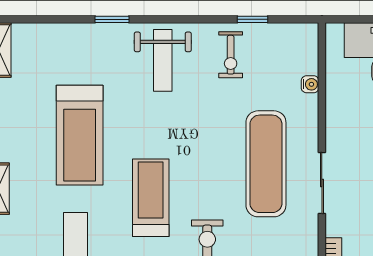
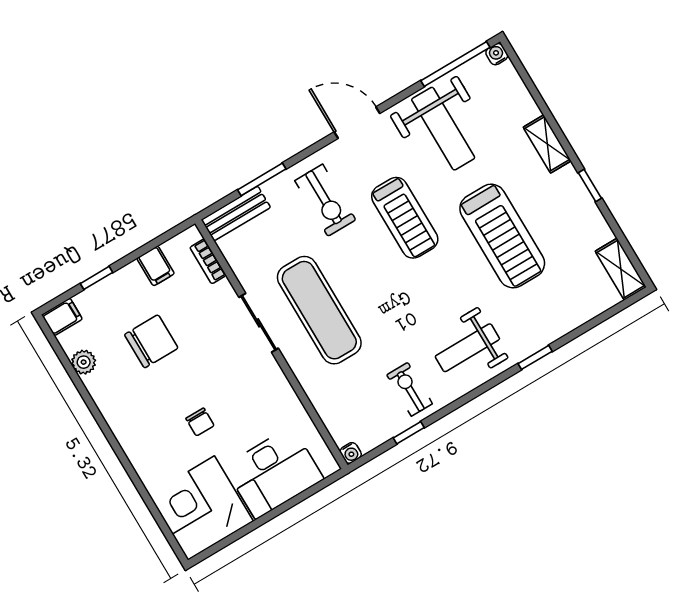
weight bench: (163, 60) -> (467, 348), turned -90
water cooler: (310, 84) -> (351, 453), moved, turned -90
treadmill: (80, 135) -> (502, 236), turned 180

